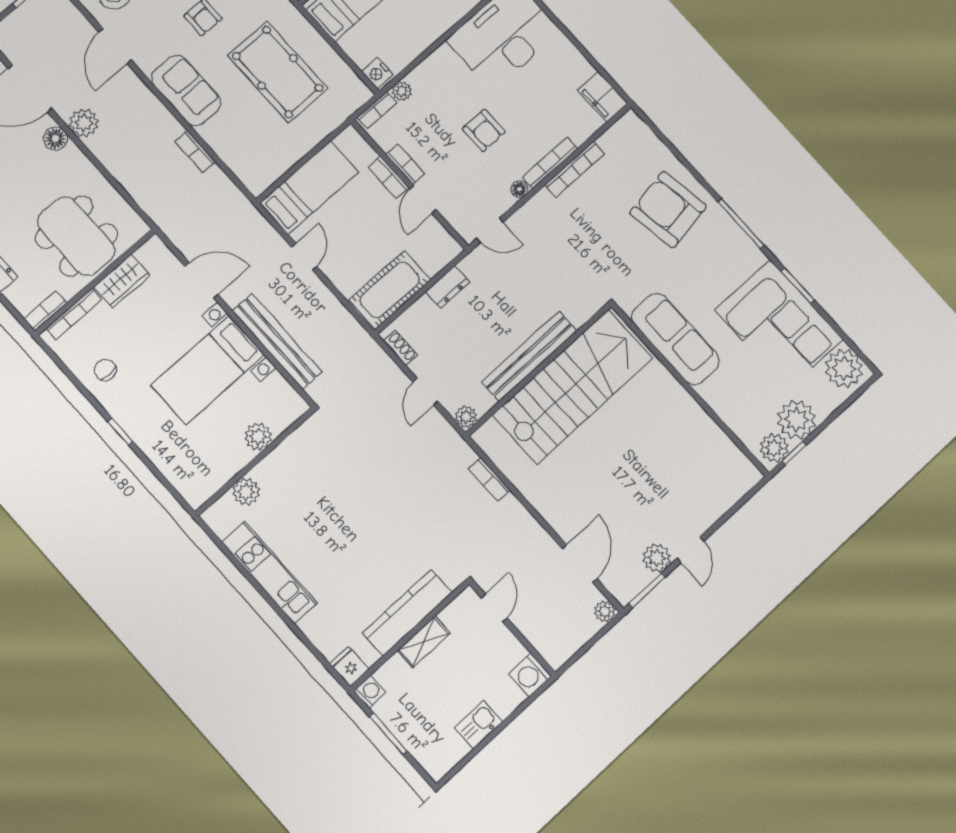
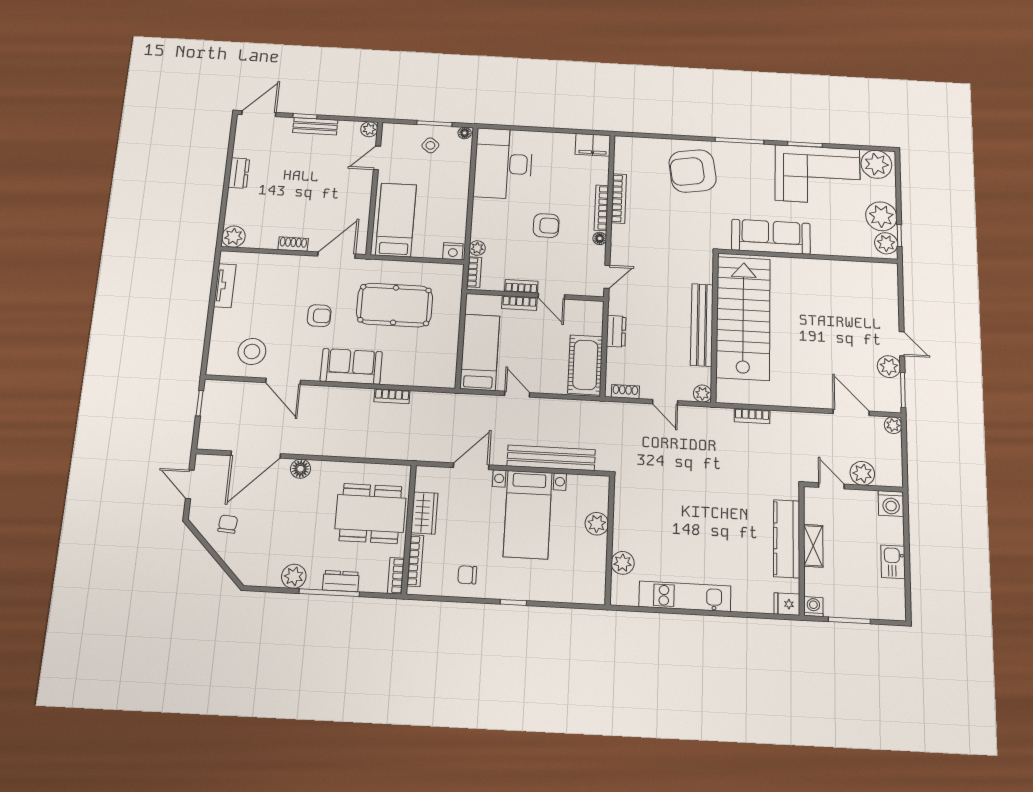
plant: (84, 123) -> (862, 473), moved

